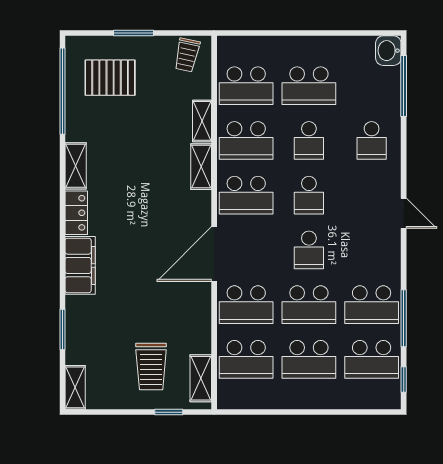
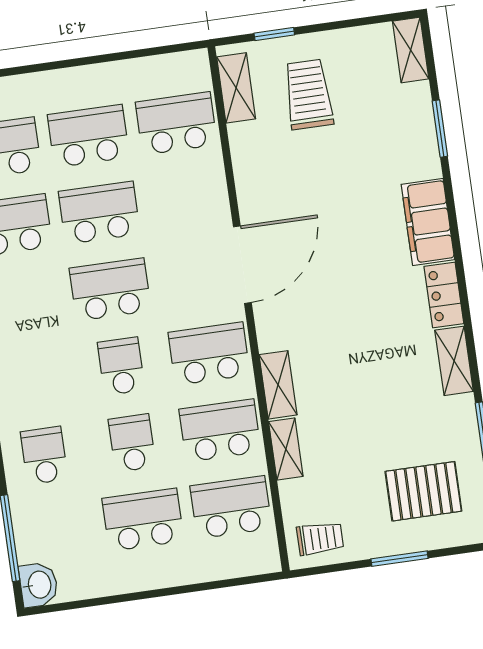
trolley: (187, 55) -> (320, 538), turned 78
school desk: (309, 250) -> (110, 289), width x1.85
school desk: (246, 305) -> (187, 200), removed

